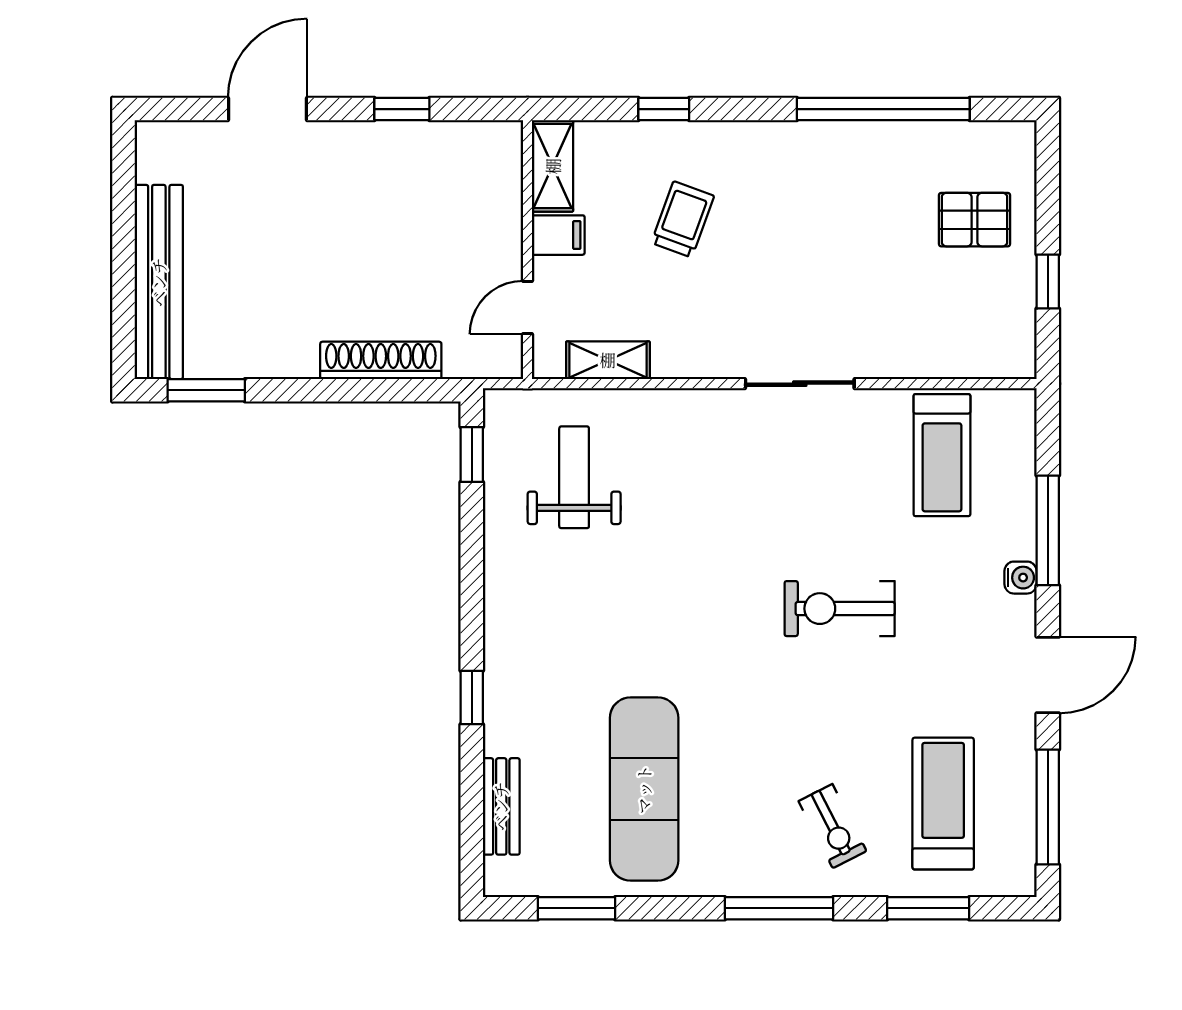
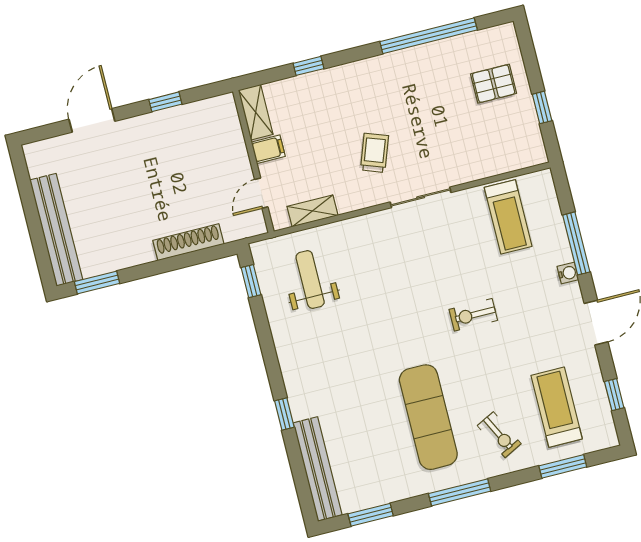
trolley: (683, 219) -> (375, 153), moved
exercise bike: (840, 609) -> (473, 315), width x0.73, depth x0.72
exercise mat: (644, 789) -> (428, 417), moved
bench: (501, 806) -> (318, 469), width x1.86, depth x1.21
window: (1048, 807) -> (614, 395), width x0.46
window: (779, 908) -> (460, 492), moved

